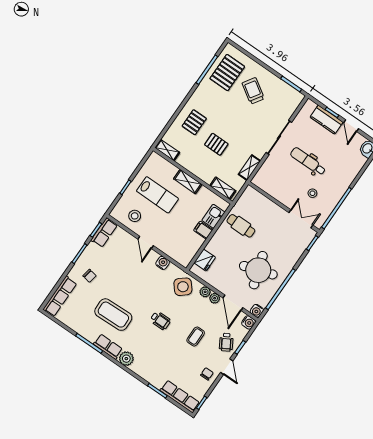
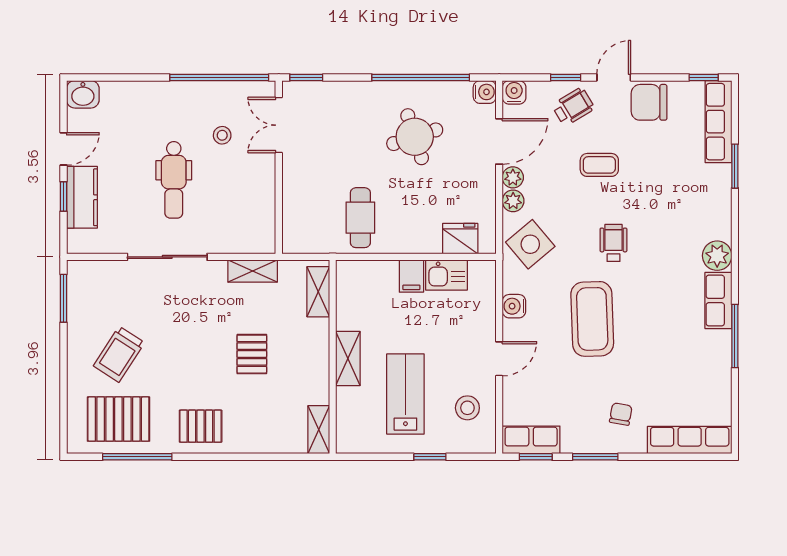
pallet: (194, 122) -> (201, 426), moved
kitchen sink: (213, 216) -> (446, 275), moved
round table: (258, 270) -> (415, 137), width x0.73, depth x0.73
coffee table: (113, 315) -> (592, 319), moved
chair: (207, 374) -> (649, 102), width x1.87, depth x1.87

